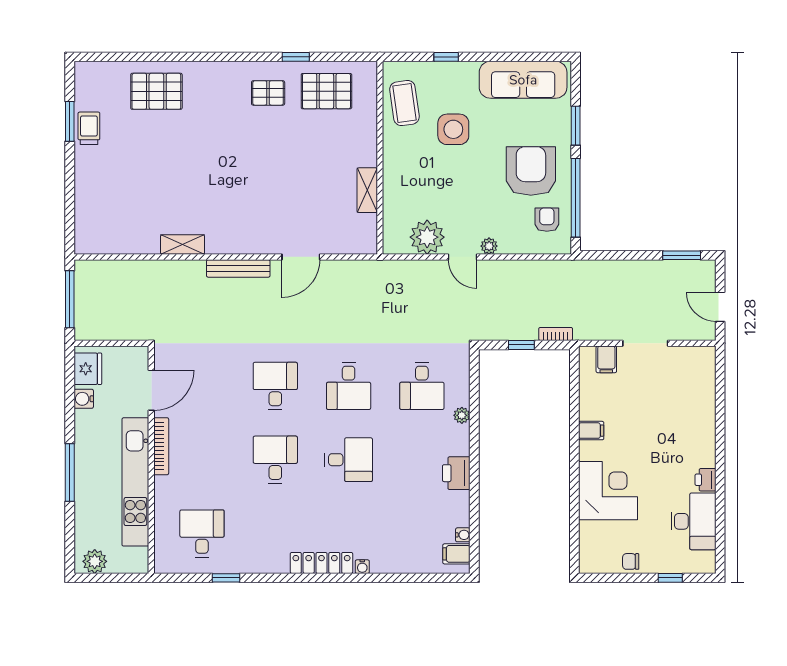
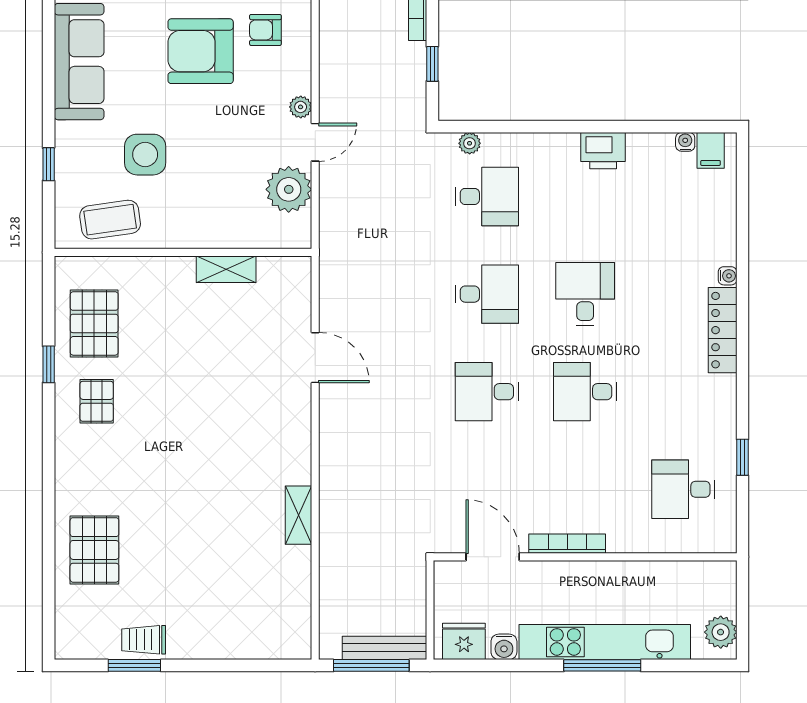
bench: (238, 268) -> (384, 648), moved, turned 90
plant: (462, 415) -> (470, 143), moved
kitchen unit: (135, 482) -> (605, 642), moved, turned 180

